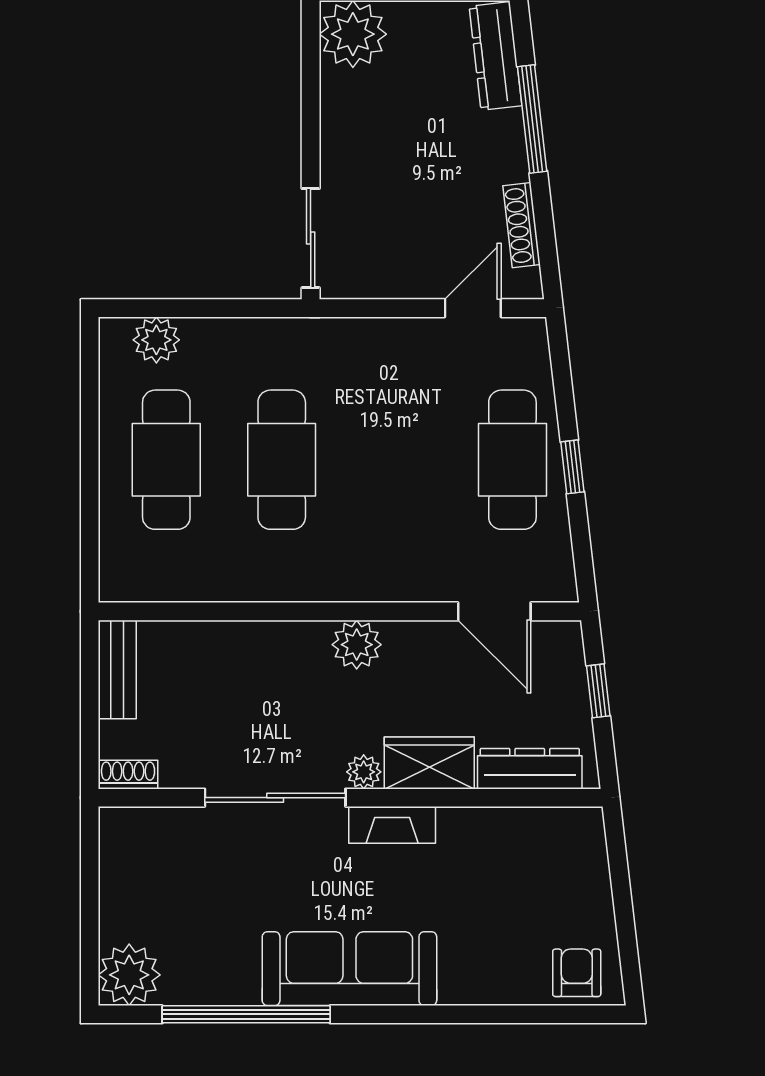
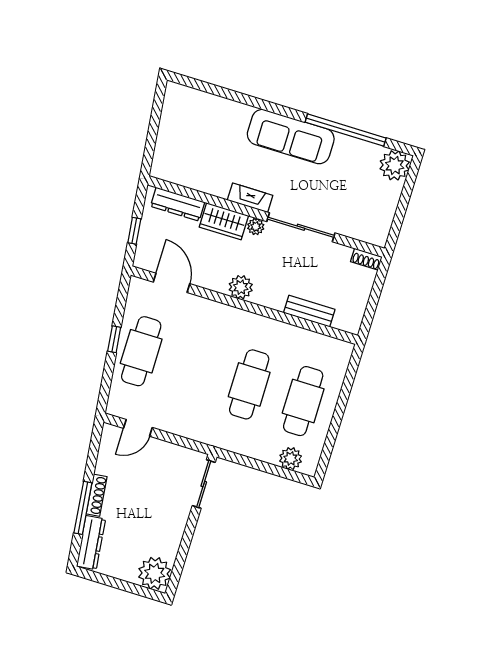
shoe rack: (522, 225) -> (97, 495), moved
bench: (117, 669) -> (309, 311), moved, turned 90
armchair: (577, 973) -> (185, 102), removed

